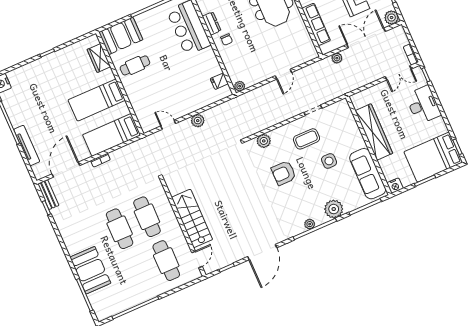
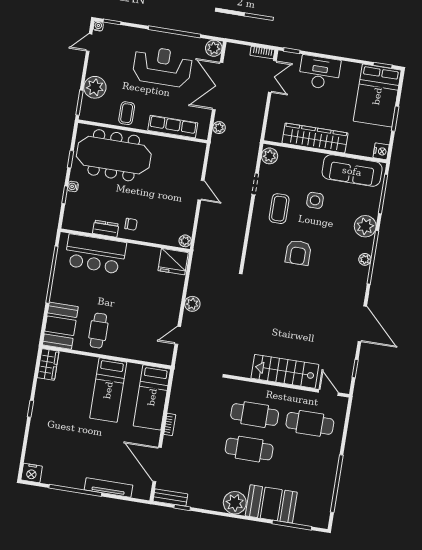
wardrobe: (99, 58) -> (48, 364), moved, turned -90
fridge: (219, 81) -> (173, 262), width x1.88, depth x1.34
plant: (264, 141) -> (269, 156), moved
plant: (74, 243) -> (235, 503), added

